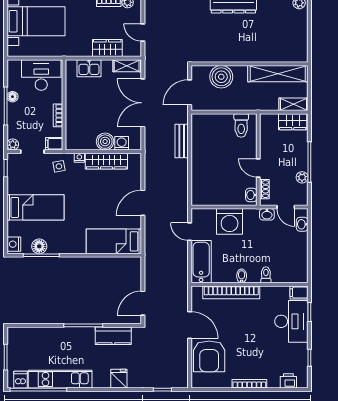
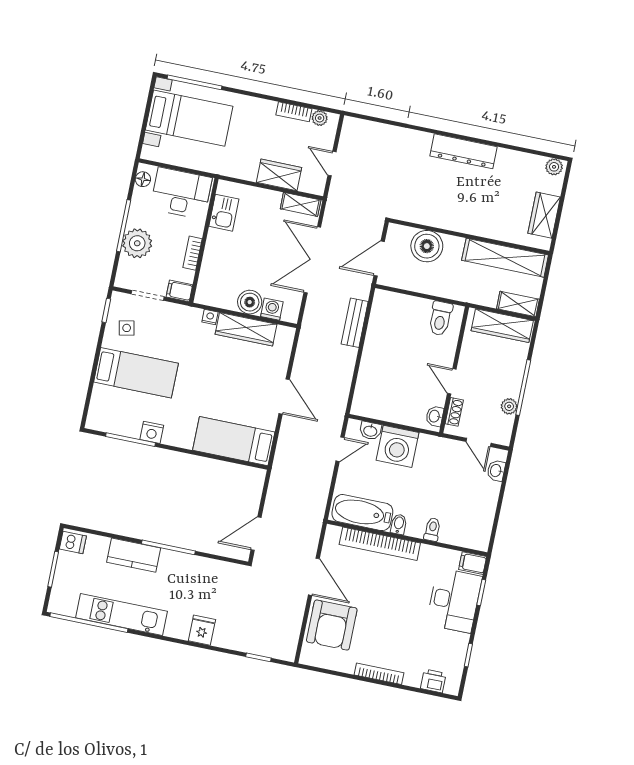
wardrobe: (299, 38) -> (544, 215), added
kitchen sink: (89, 68) -> (224, 213), moved, turned -90
floor lamp: (12, 97) -> (143, 179), moved
wardrobe: (293, 122) -> (502, 326), width x1.50
plant: (13, 144) -> (137, 243), moved, width x1.88, depth x1.88
side table: (59, 166) -> (127, 328), moved
door: (143, 203) -> (284, 397), swing flipped
washbasin: (267, 214) -> (370, 431), moved
door: (190, 232) -> (340, 449), swing flipped
nightstand: (14, 244) -> (152, 432), moved, turned -90
floor lamp: (39, 246) -> (130, 427), removed
bathtub: (201, 262) -> (362, 513), moved, turned -90
kitchen counter: (113, 336) -> (134, 555), moved
dishwasher: (21, 380) -> (73, 542), moved, turned 90

